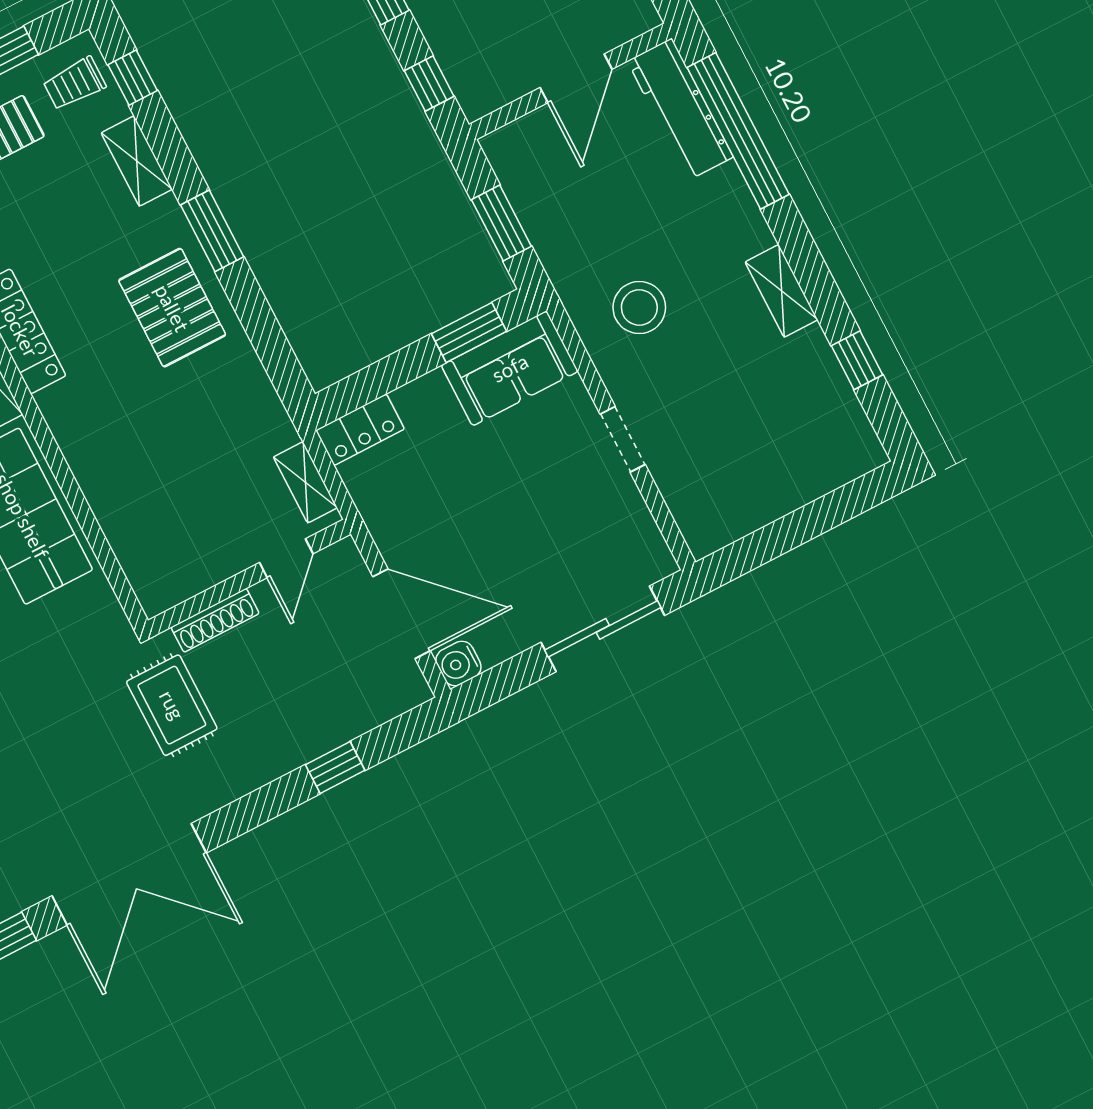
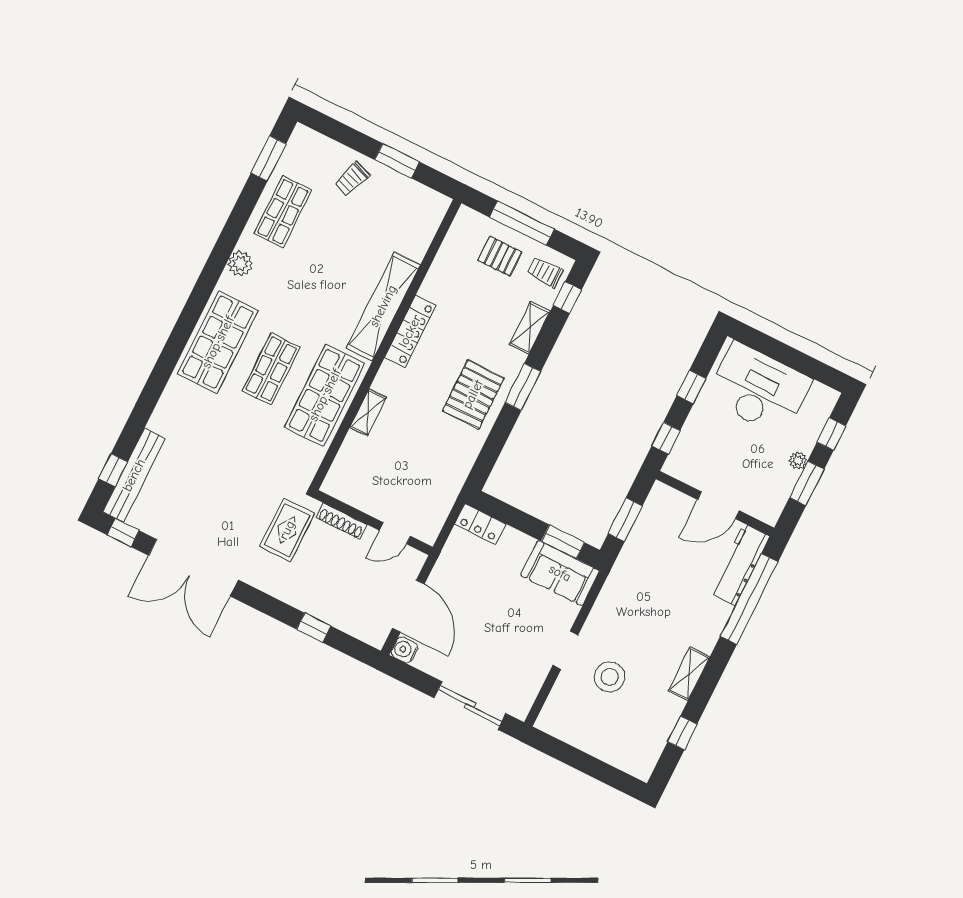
stool: (639, 307) -> (610, 677), moved
shelving: (305, 482) -> (368, 412), moved

